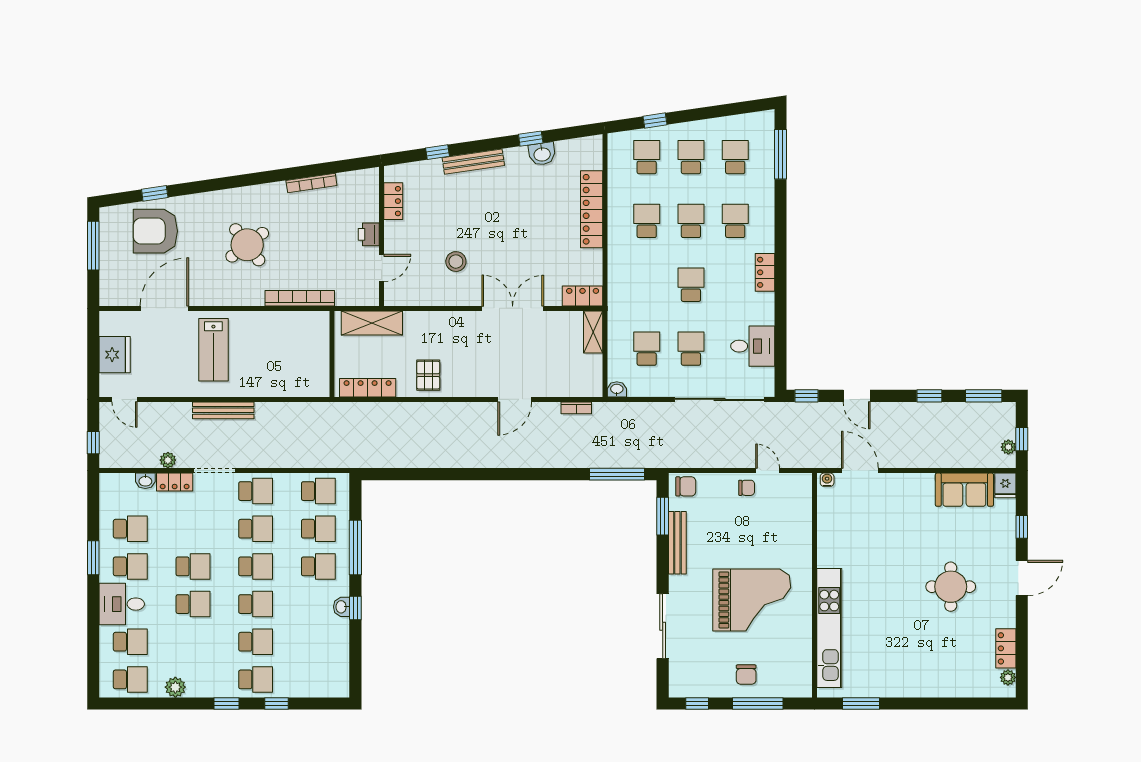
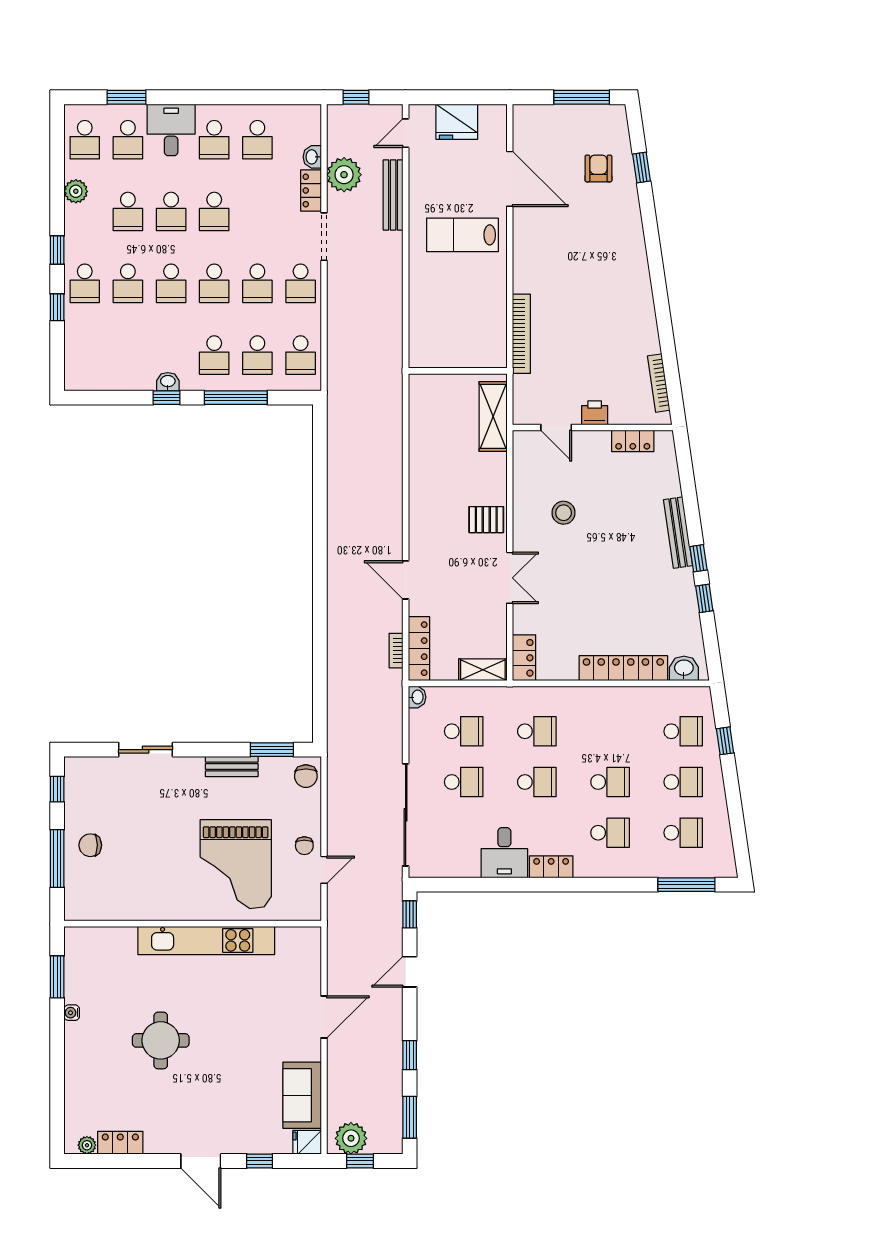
window: (437, 152) -> (698, 558), moved
washbasin: (542, 154) -> (684, 668), moved, turned 98
bookcase: (311, 183) -> (659, 383), moved
school desk: (647, 221) -> (537, 731), moved
armchair: (155, 231) -> (598, 168), width x0.53, depth x0.53
round table: (247, 245) -> (583, 274), removed
double door: (513, 308) -> (510, 578), width x0.73
desk: (753, 346) -> (504, 853), moved
pallet: (428, 375) -> (486, 520), moved
locker: (368, 388) -> (419, 649), moved
bench: (223, 410) -> (393, 195), moved
plant: (1008, 447) -> (351, 1138), width x1.88, depth x1.88
plant: (168, 460) -> (344, 175), width x1.87, depth x1.87
door: (860, 471) -> (324, 1017), moved
window: (617, 474) -> (320, 697), removed
water cooler: (827, 480) -> (72, 1013), moved, turned 180
bench: (677, 543) -> (232, 766), width x0.73
window: (93, 558) -> (127, 97), moved
round table: (951, 587) -> (161, 1040), moved
grand piano: (752, 600) -> (236, 864), moved
sliding door: (663, 626) -> (146, 750), width x0.73
kitchen unit: (829, 628) -> (206, 940), moved
school desk: (193, 642) -> (128, 211), added

